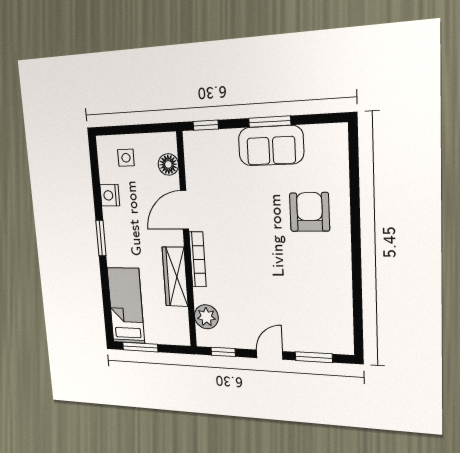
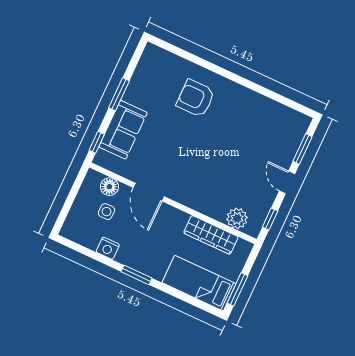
sofa: (271, 146) -> (123, 130), moved
side table: (126, 158) -> (106, 212), moved
bookcase: (198, 259) -> (190, 202), removed
wardrobe: (175, 277) -> (211, 235), moved

